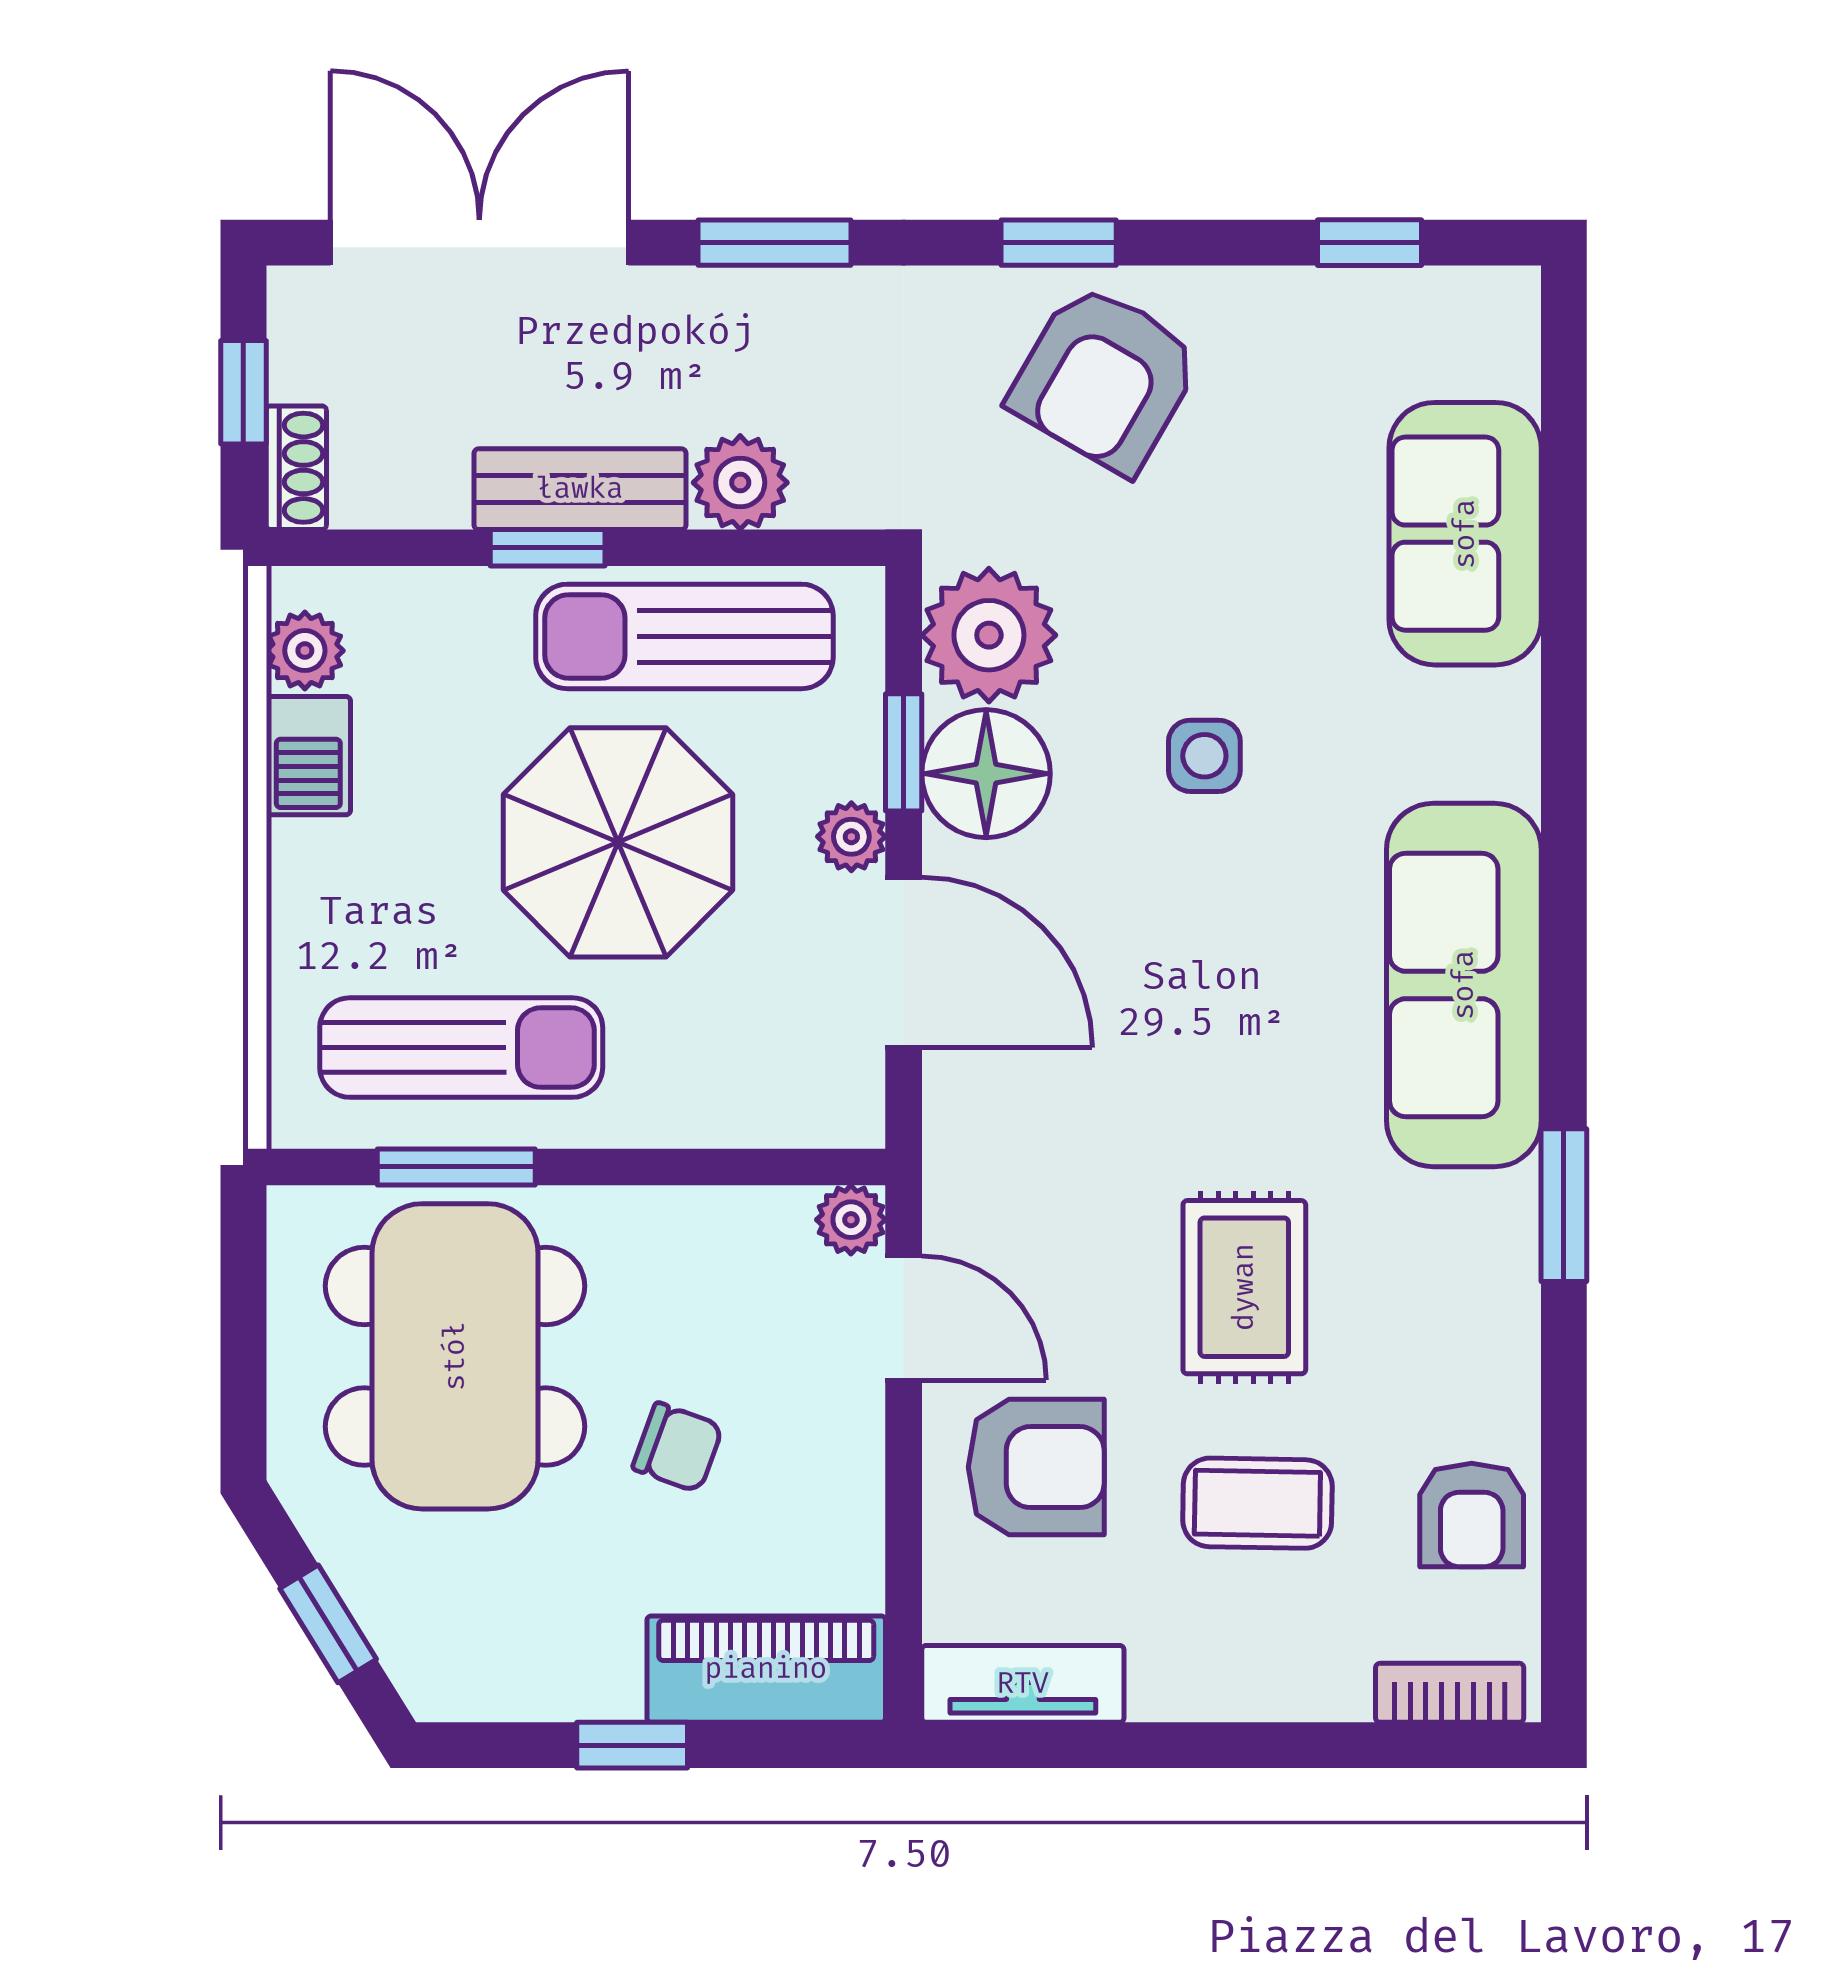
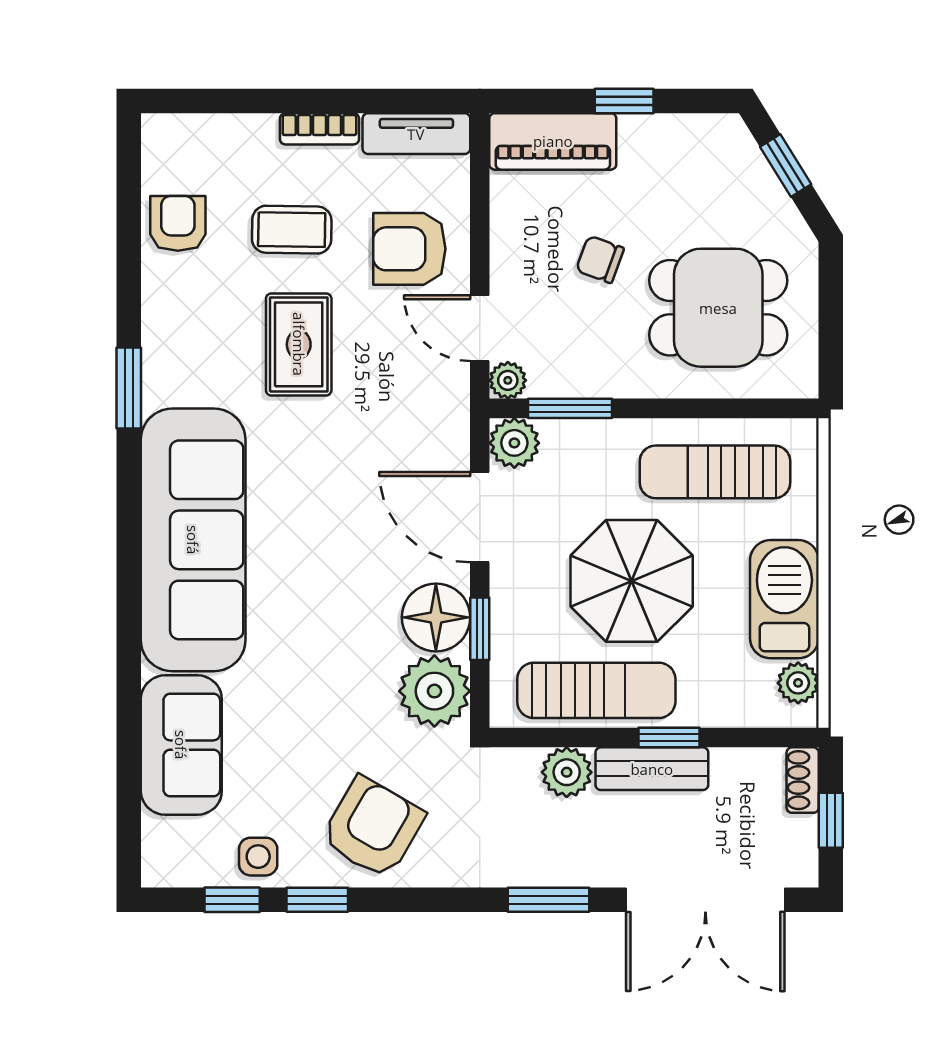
window: (1059, 243) -> (317, 900), moved
barbecue: (308, 756) -> (784, 599), width x1.88, depth x1.53
side table: (1204, 756) -> (258, 857), moved
plant: (851, 837) -> (514, 443), moved, width x1.38, depth x1.38
sofa: (1464, 985) -> (193, 540), width x1.36, depth x1.27
window: (456, 1167) -> (570, 408), moved
dining table: (455, 1356) -> (718, 308), width x0.73
bookcase: (1450, 1693) -> (319, 129), moved

